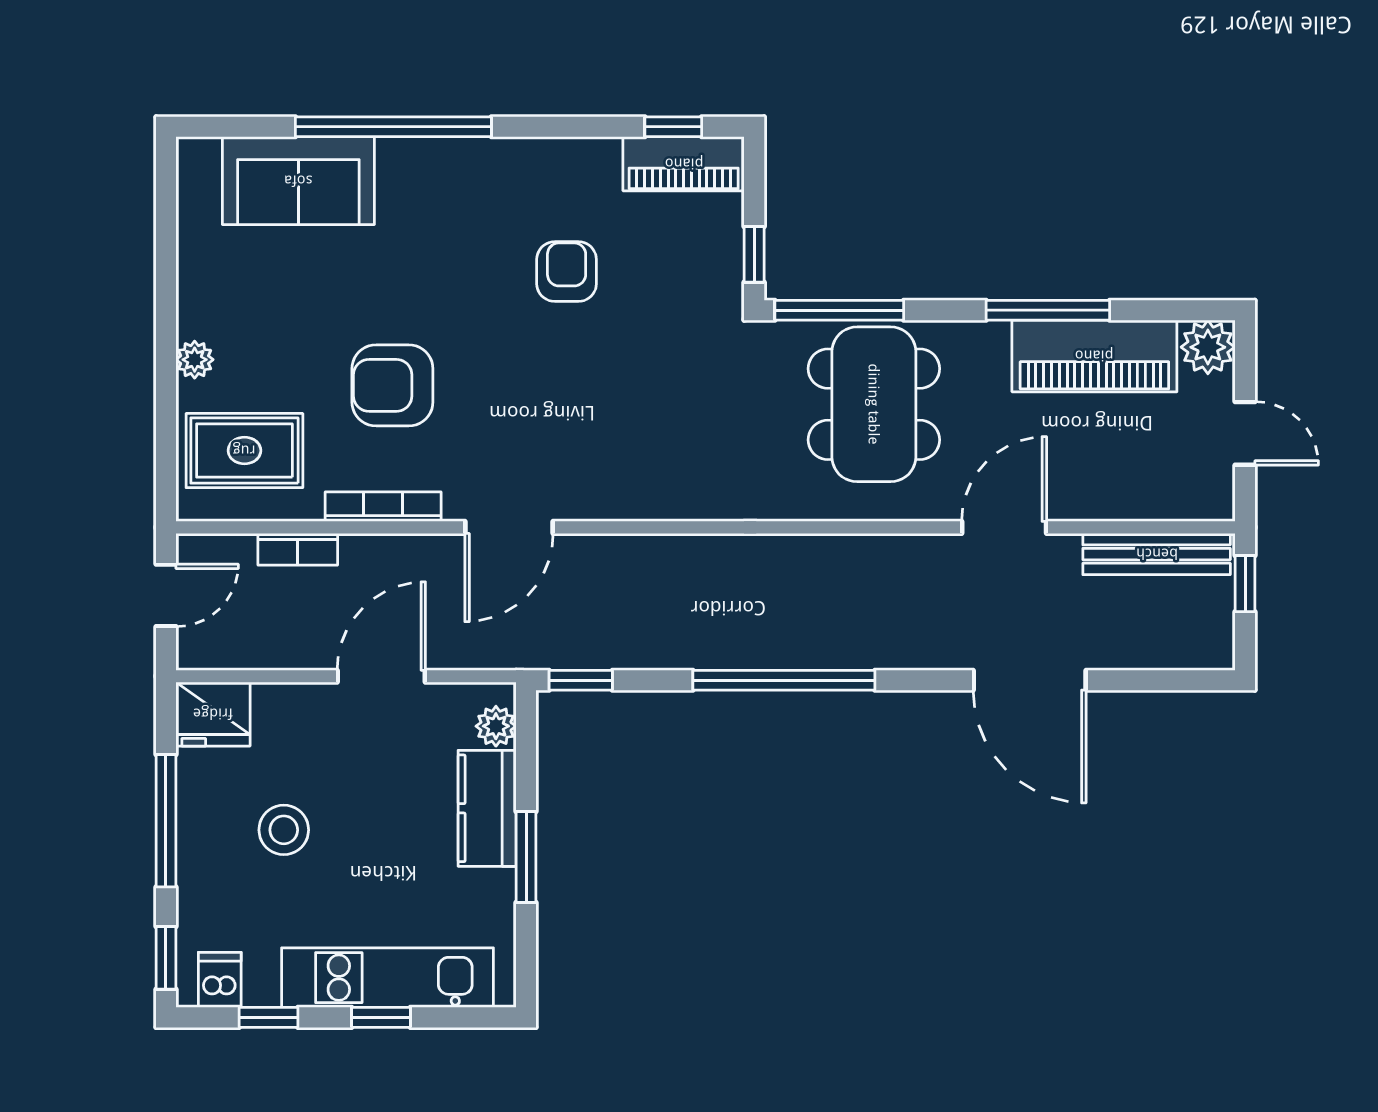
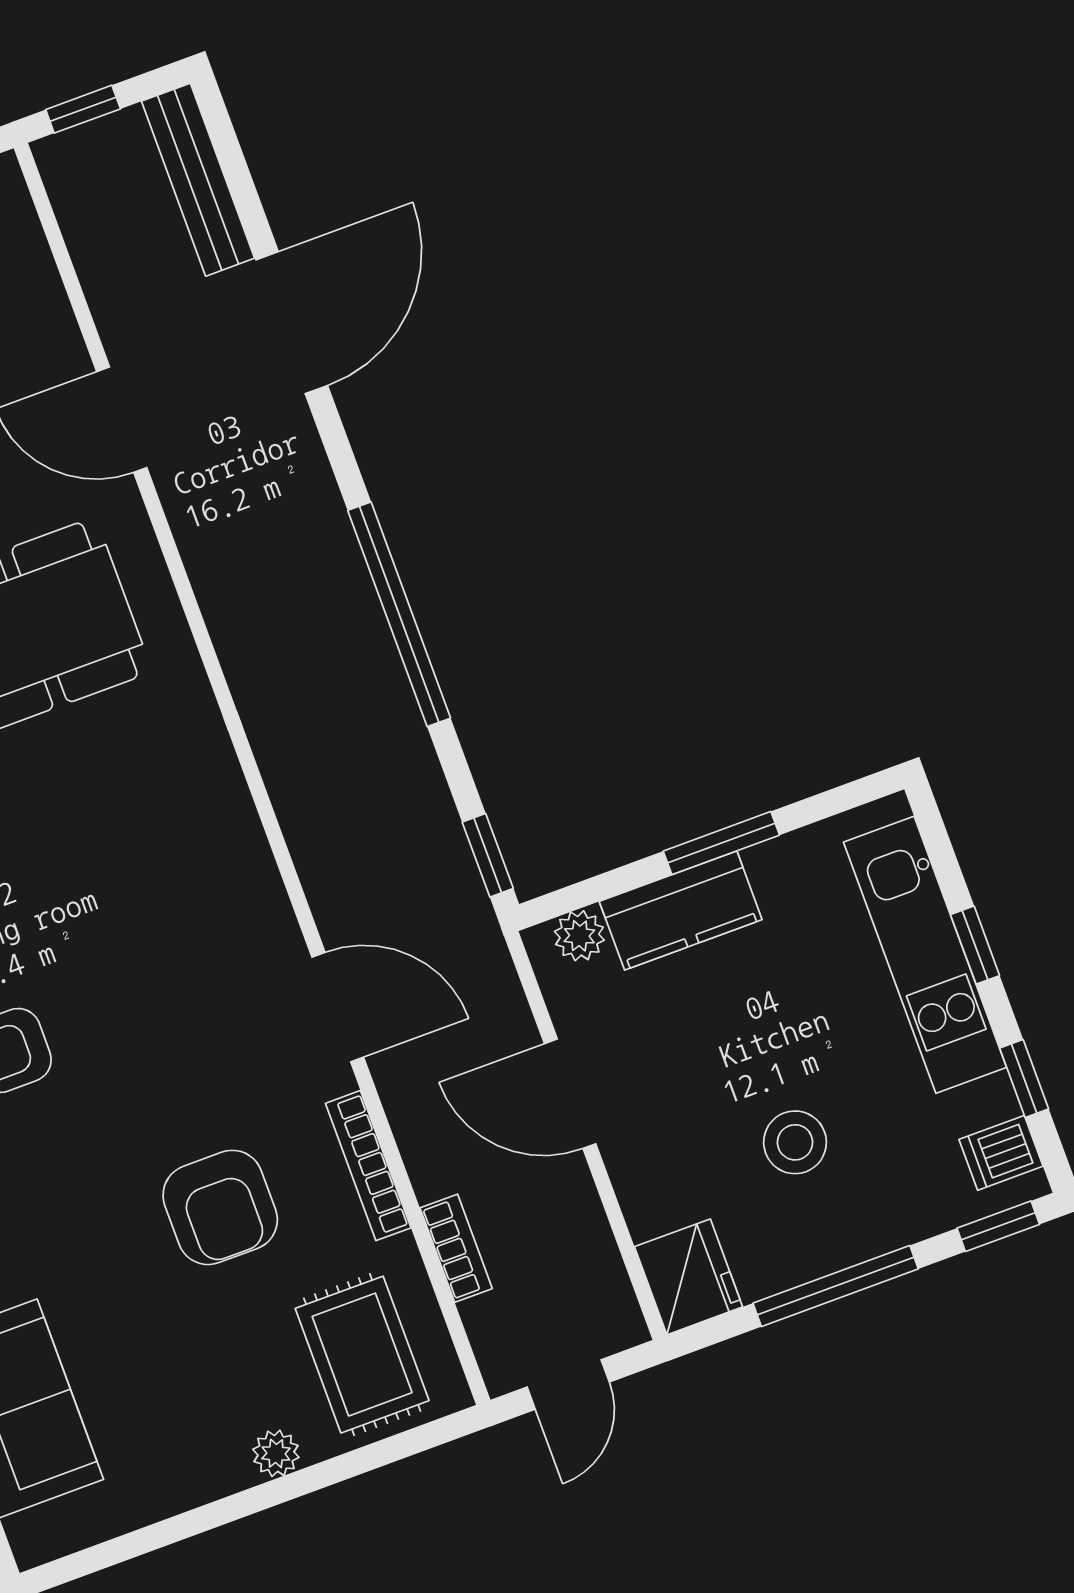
bench: (1157, 554) -> (198, 180), moved
door: (166, 595) -> (568, 1384), swing flipped

